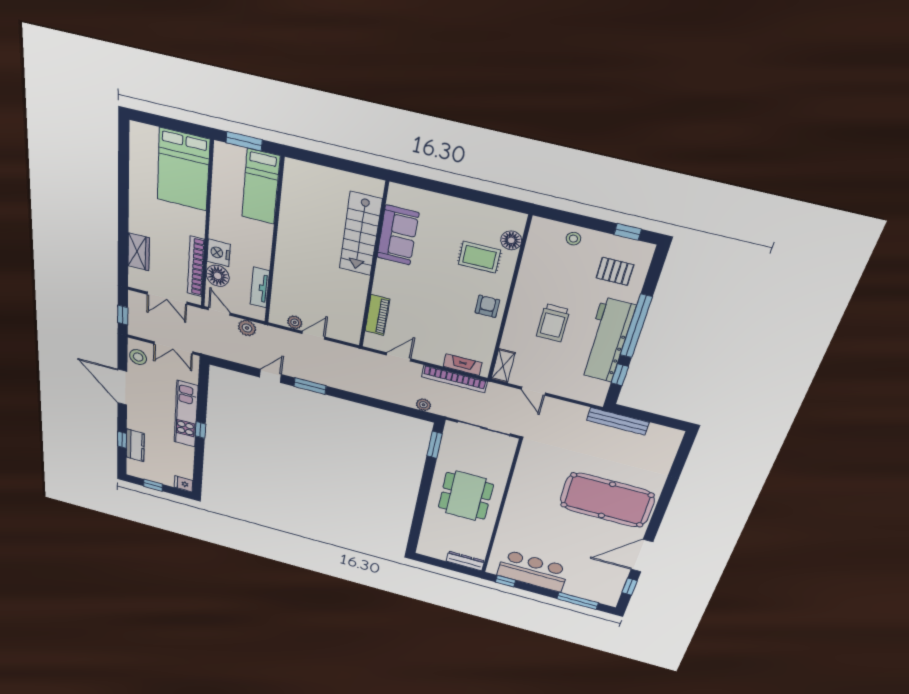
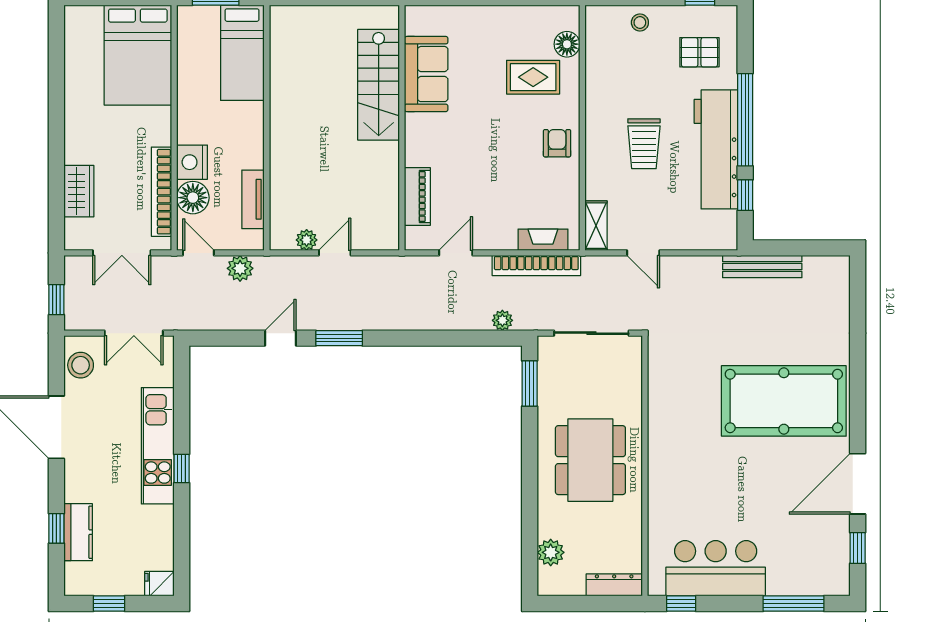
plant: (429, 535) -> (551, 552), added

